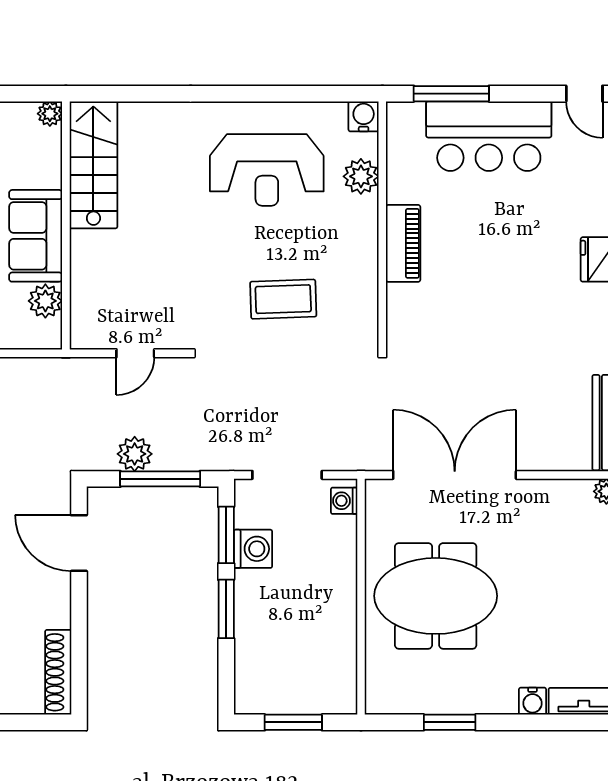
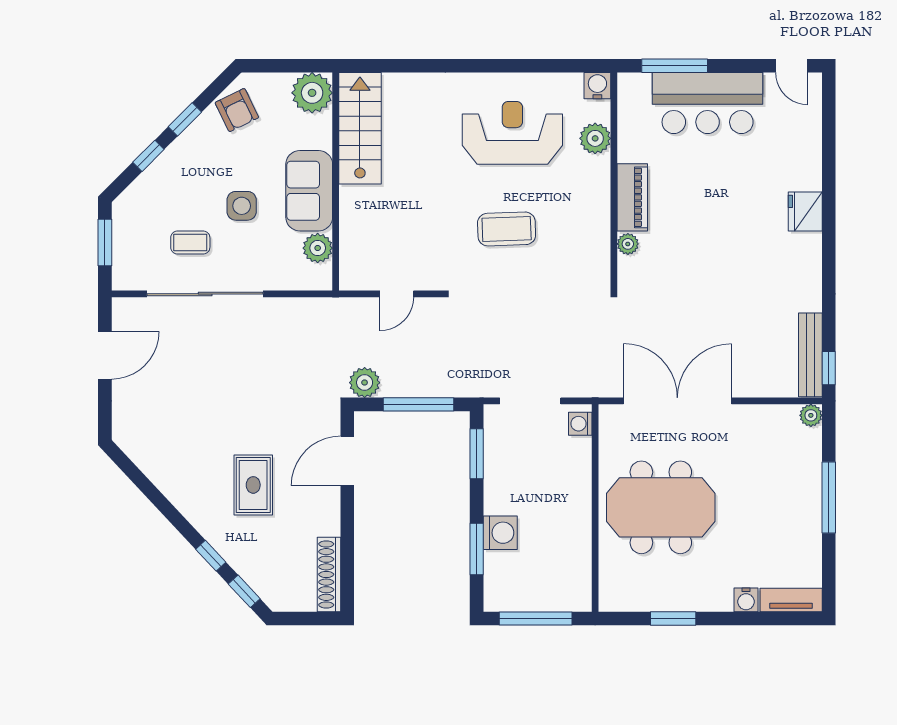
plant: (50, 114) -> (312, 93), width x1.88, depth x1.88
reception desk: (267, 170) -> (512, 133), turned 180
plant: (398, 296) -> (628, 244), added
coffee table: (283, 299) -> (507, 229), moved
plant: (135, 454) -> (365, 383), moved
door: (79, 543) -> (347, 461), hinge flipped
washing machine: (253, 549) -> (500, 533), moved
window: (226, 609) -> (477, 549), moved
window: (293, 722) -> (536, 618), width x1.44

